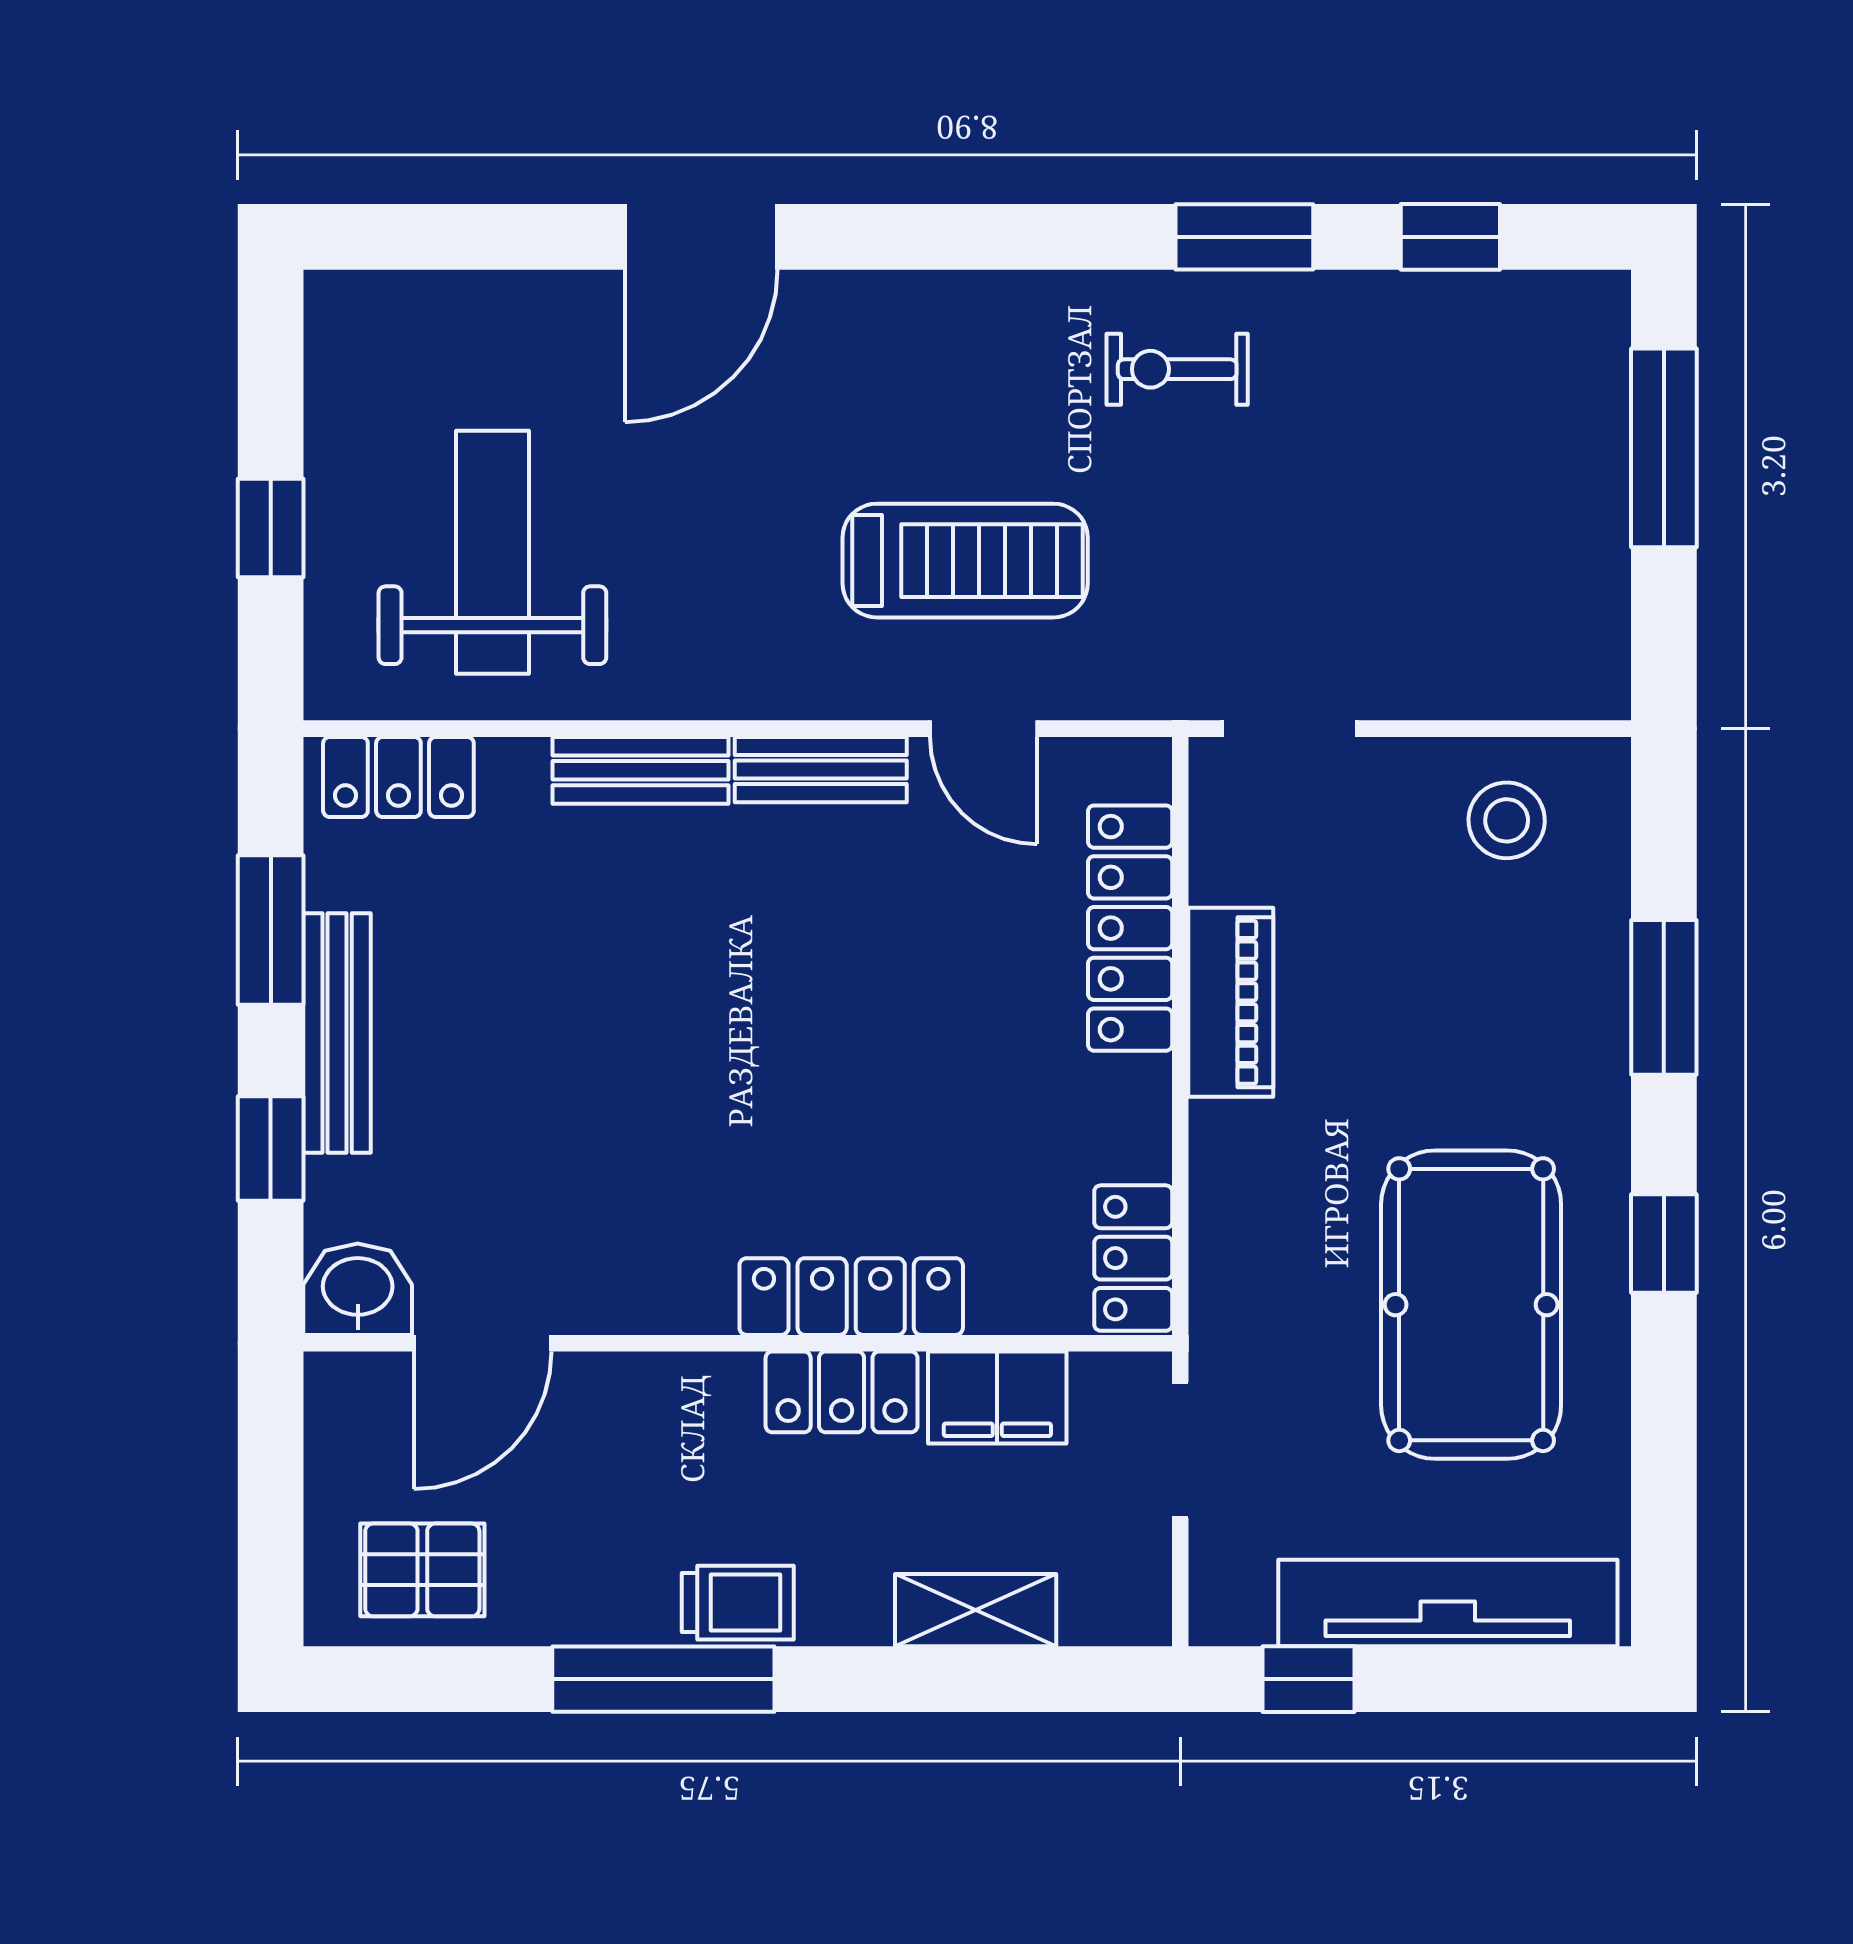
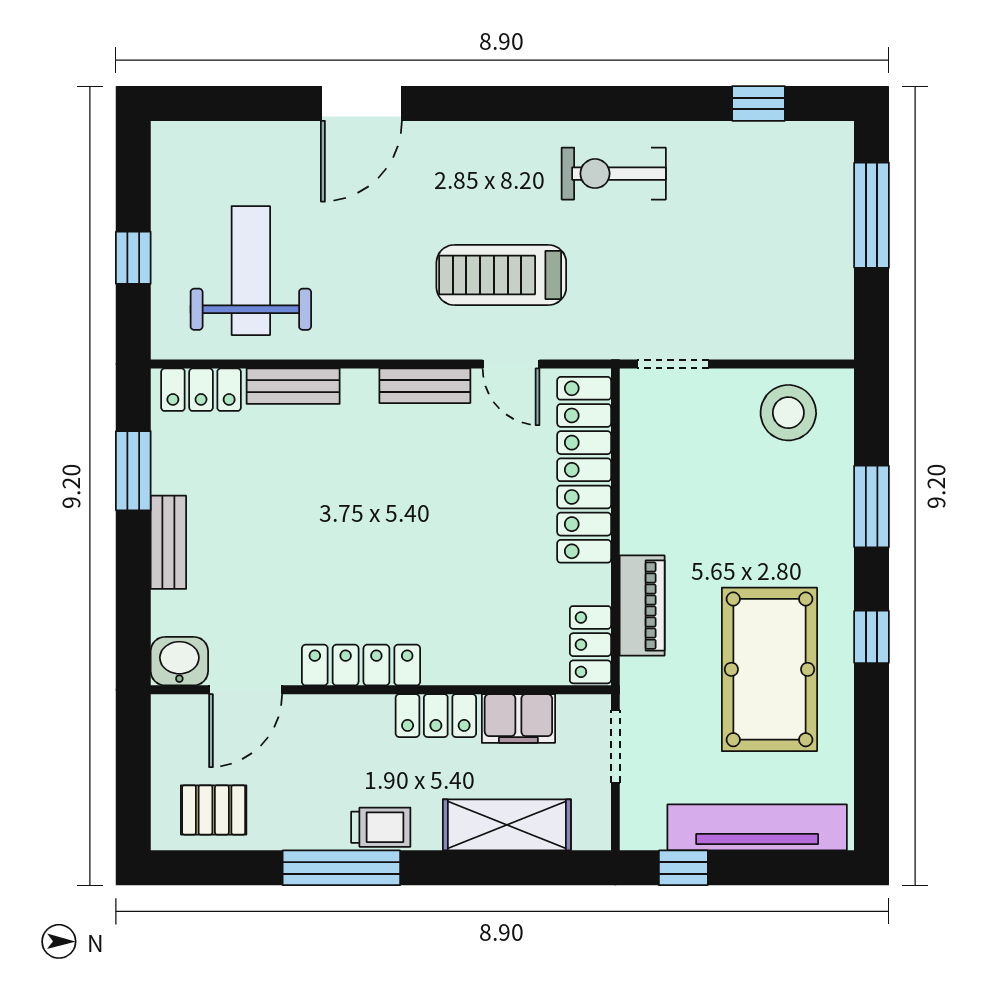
window: (1244, 237) -> (649, 103), removed
exercise bike: (1177, 369) -> (614, 174), width x1.38, depth x1.39
treadmill: (965, 561) -> (501, 275), turned 180
bench: (641, 770) -> (293, 386), moved
stool: (1507, 820) -> (788, 413), width x1.38, depth x1.38
locker: (1130, 928) -> (584, 470), width x1.41, depth x1.21
piano: (1231, 1002) -> (642, 606), moved
bench: (337, 1033) -> (168, 542), width x0.73
window: (271, 1148) -> (133, 587), removed
locker: (851, 1297) -> (361, 665), moved
shelving: (976, 1610) -> (507, 825), width x1.50, depth x1.33

